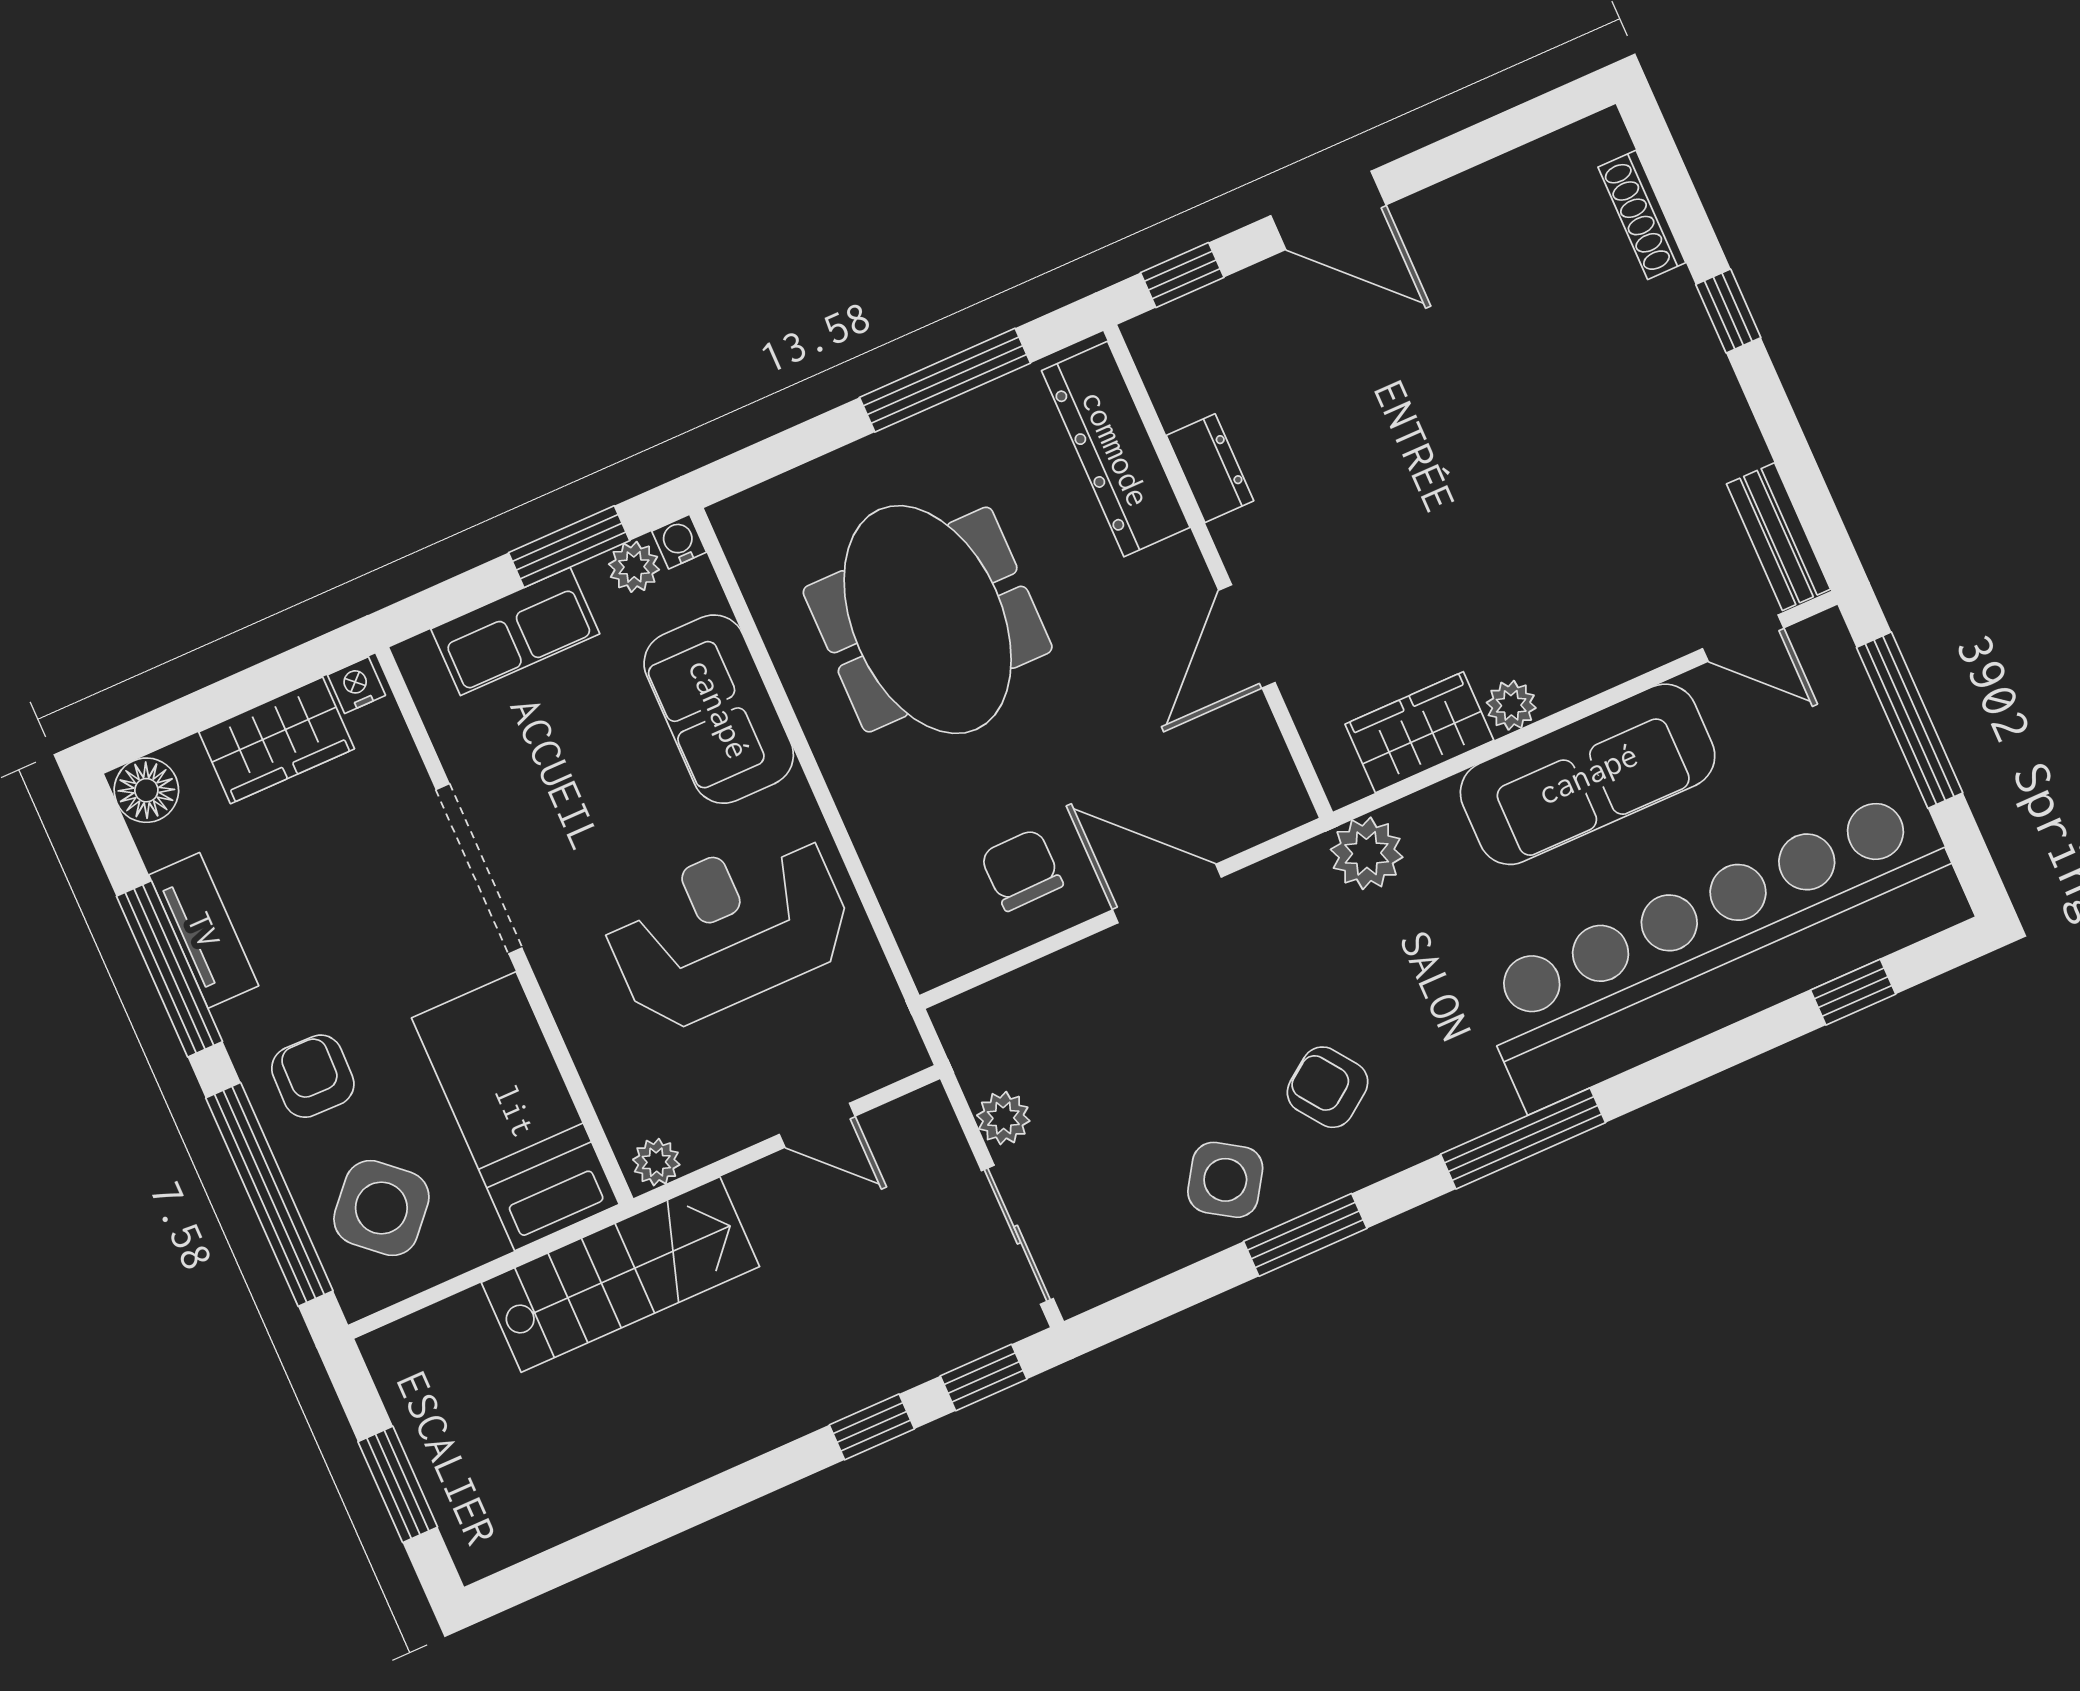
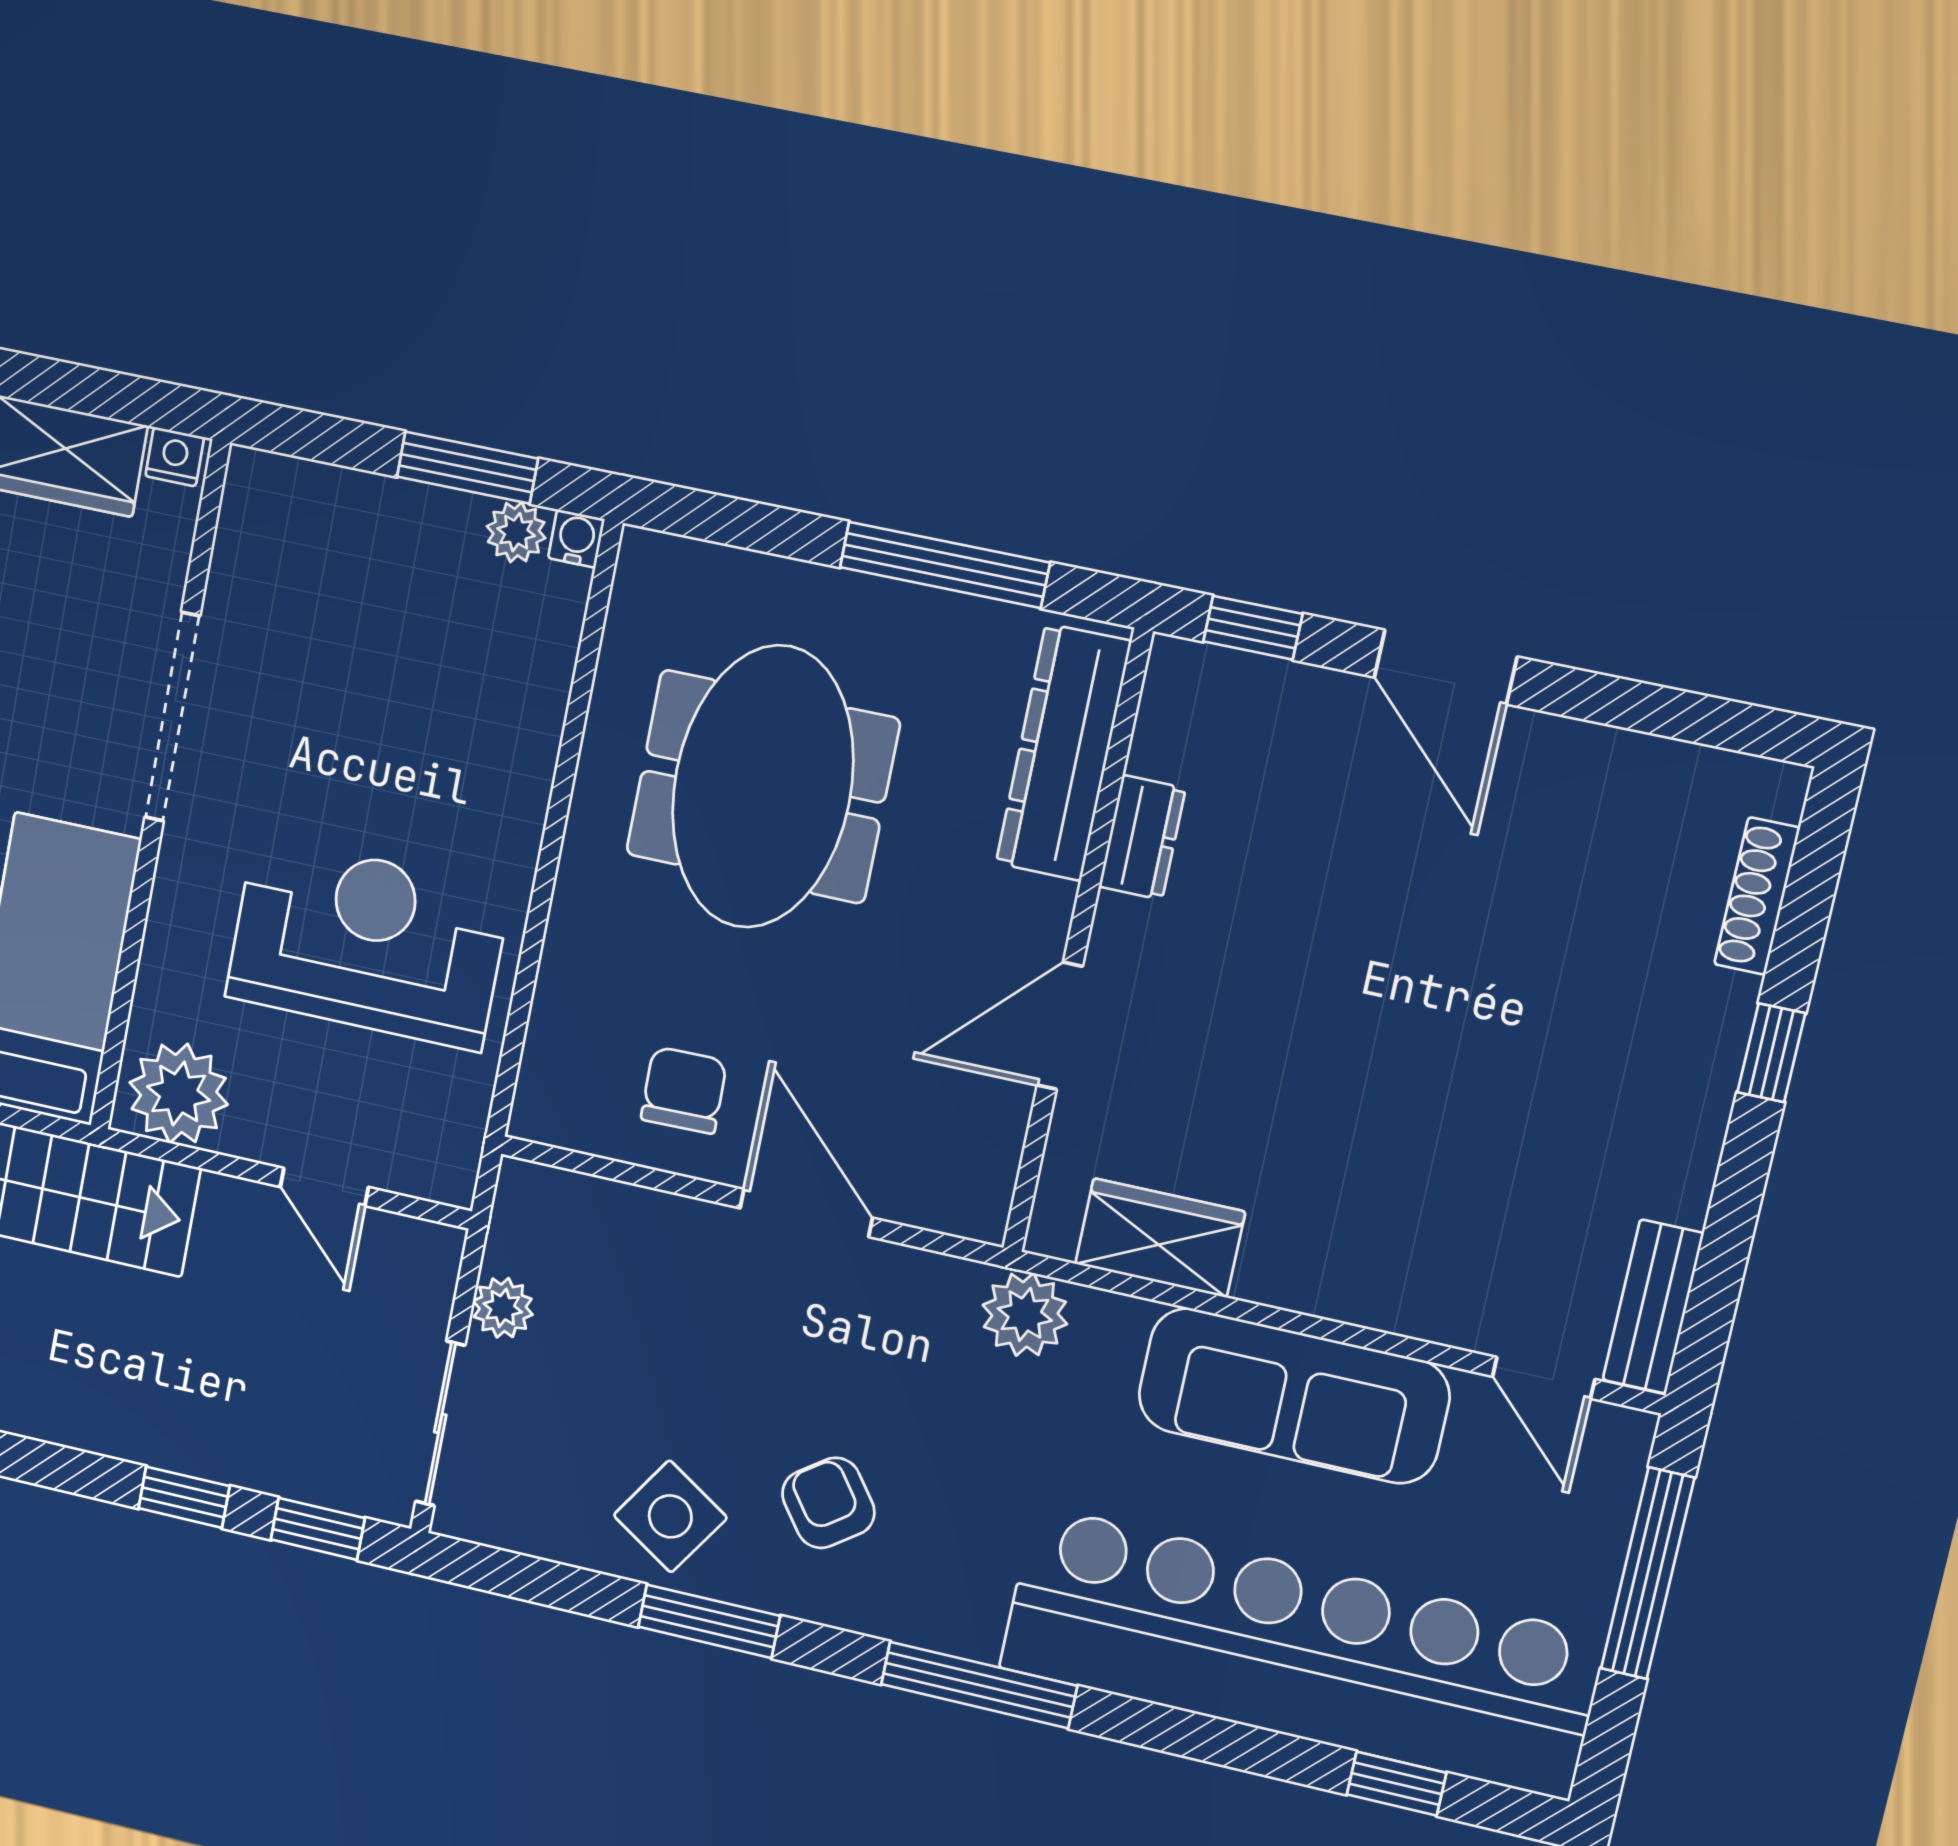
row of seats: (515, 631) -> (360, 513), removed
plant: (1511, 705) -> (1268, 1277), removed
sofa: (719, 709) -> (503, 728), removed
plant: (656, 1162) -> (179, 1093), width x1.87, depth x1.87

